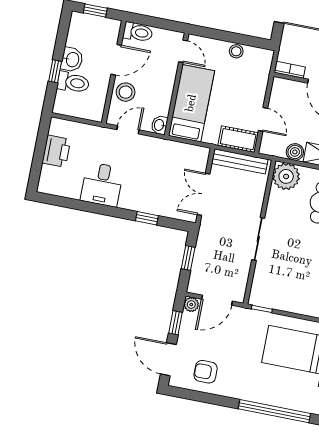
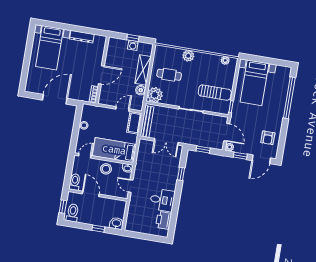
washbasin: (72, 60) -> (116, 223), moved
toilet: (73, 82) -> (73, 213), moved
stool: (126, 92) -> (106, 169), moved
printer: (56, 151) -> (164, 220), moved, turned -90
sun lounger: (287, 281) -> (215, 93), added

